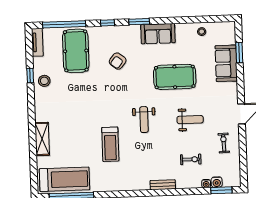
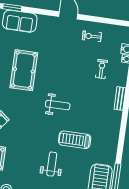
weight bench: (190, 120) -> (52, 164), moved
treadmill: (110, 144) -> (75, 140), turned 180

